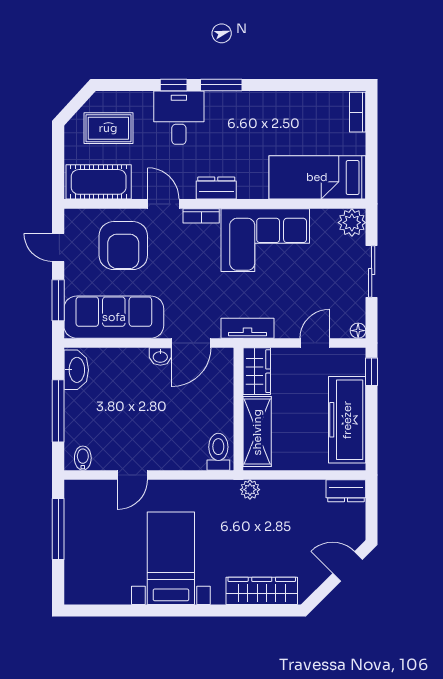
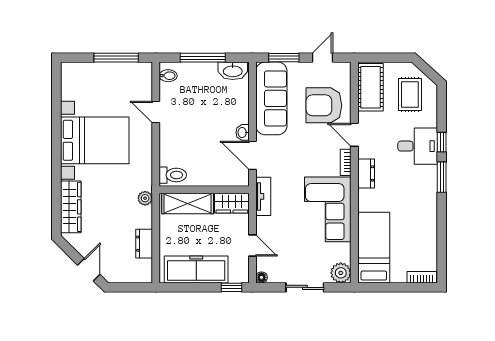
door: (163, 204) -> (354, 135), swing flipped
dresser: (346, 491) -> (144, 244), moved
bed with nightstands: (171, 558) -> (95, 140), width x1.36

